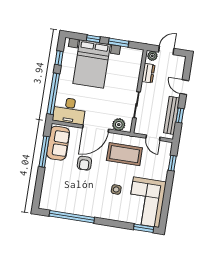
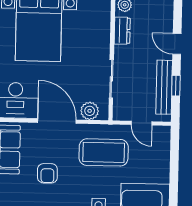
door: (96, 129) -> (57, 121), swing flipped
window: (172, 163) -> (174, 156), removed

